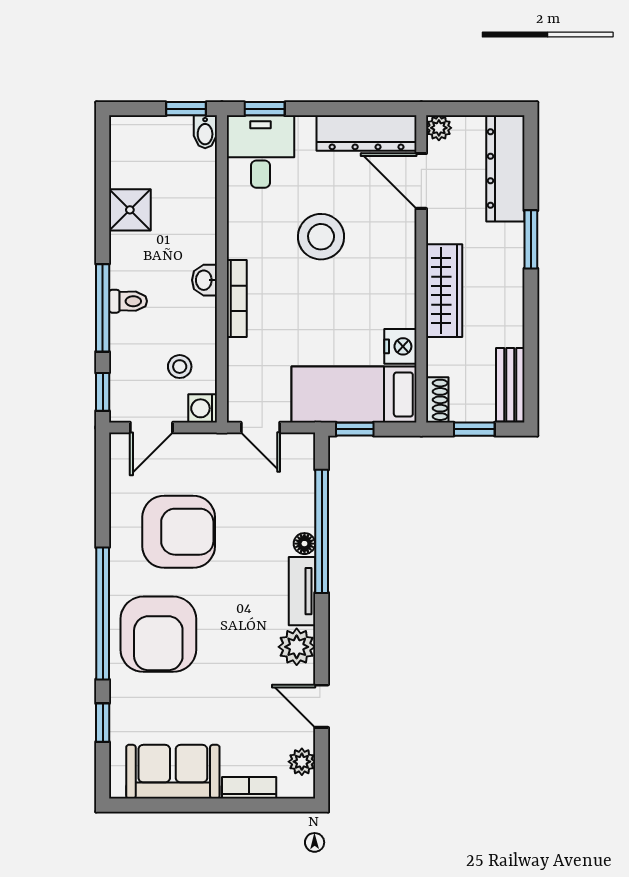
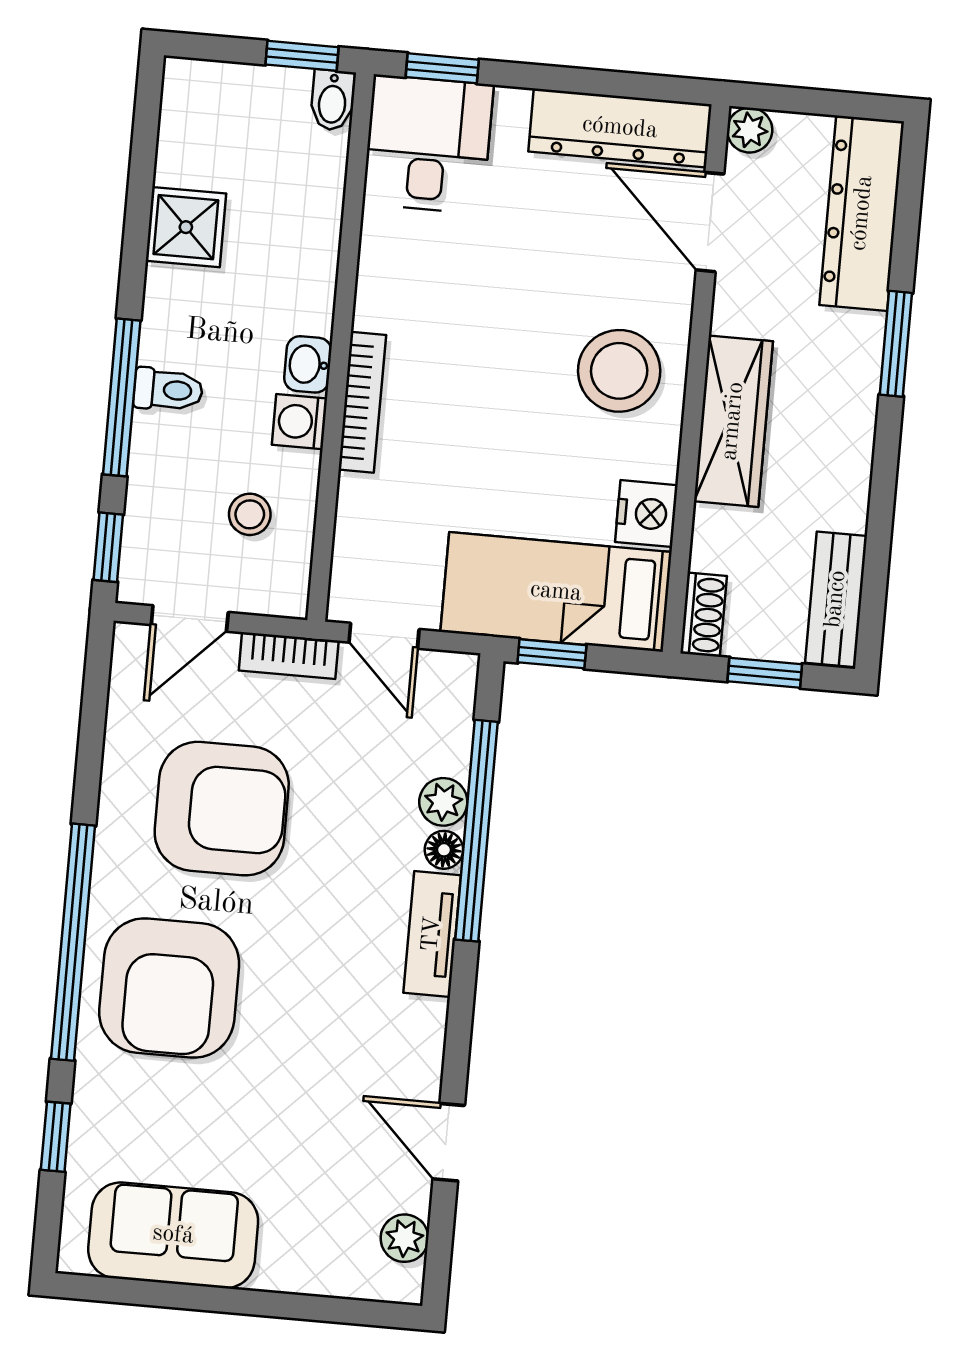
stool: (321, 237) -> (619, 371), moved
washing machine: (203, 408) -> (299, 422), moved
plant: (297, 647) -> (443, 802), moved, width x0.73, depth x0.73
bookcase: (249, 788) -> (289, 656), moved, turned 180

